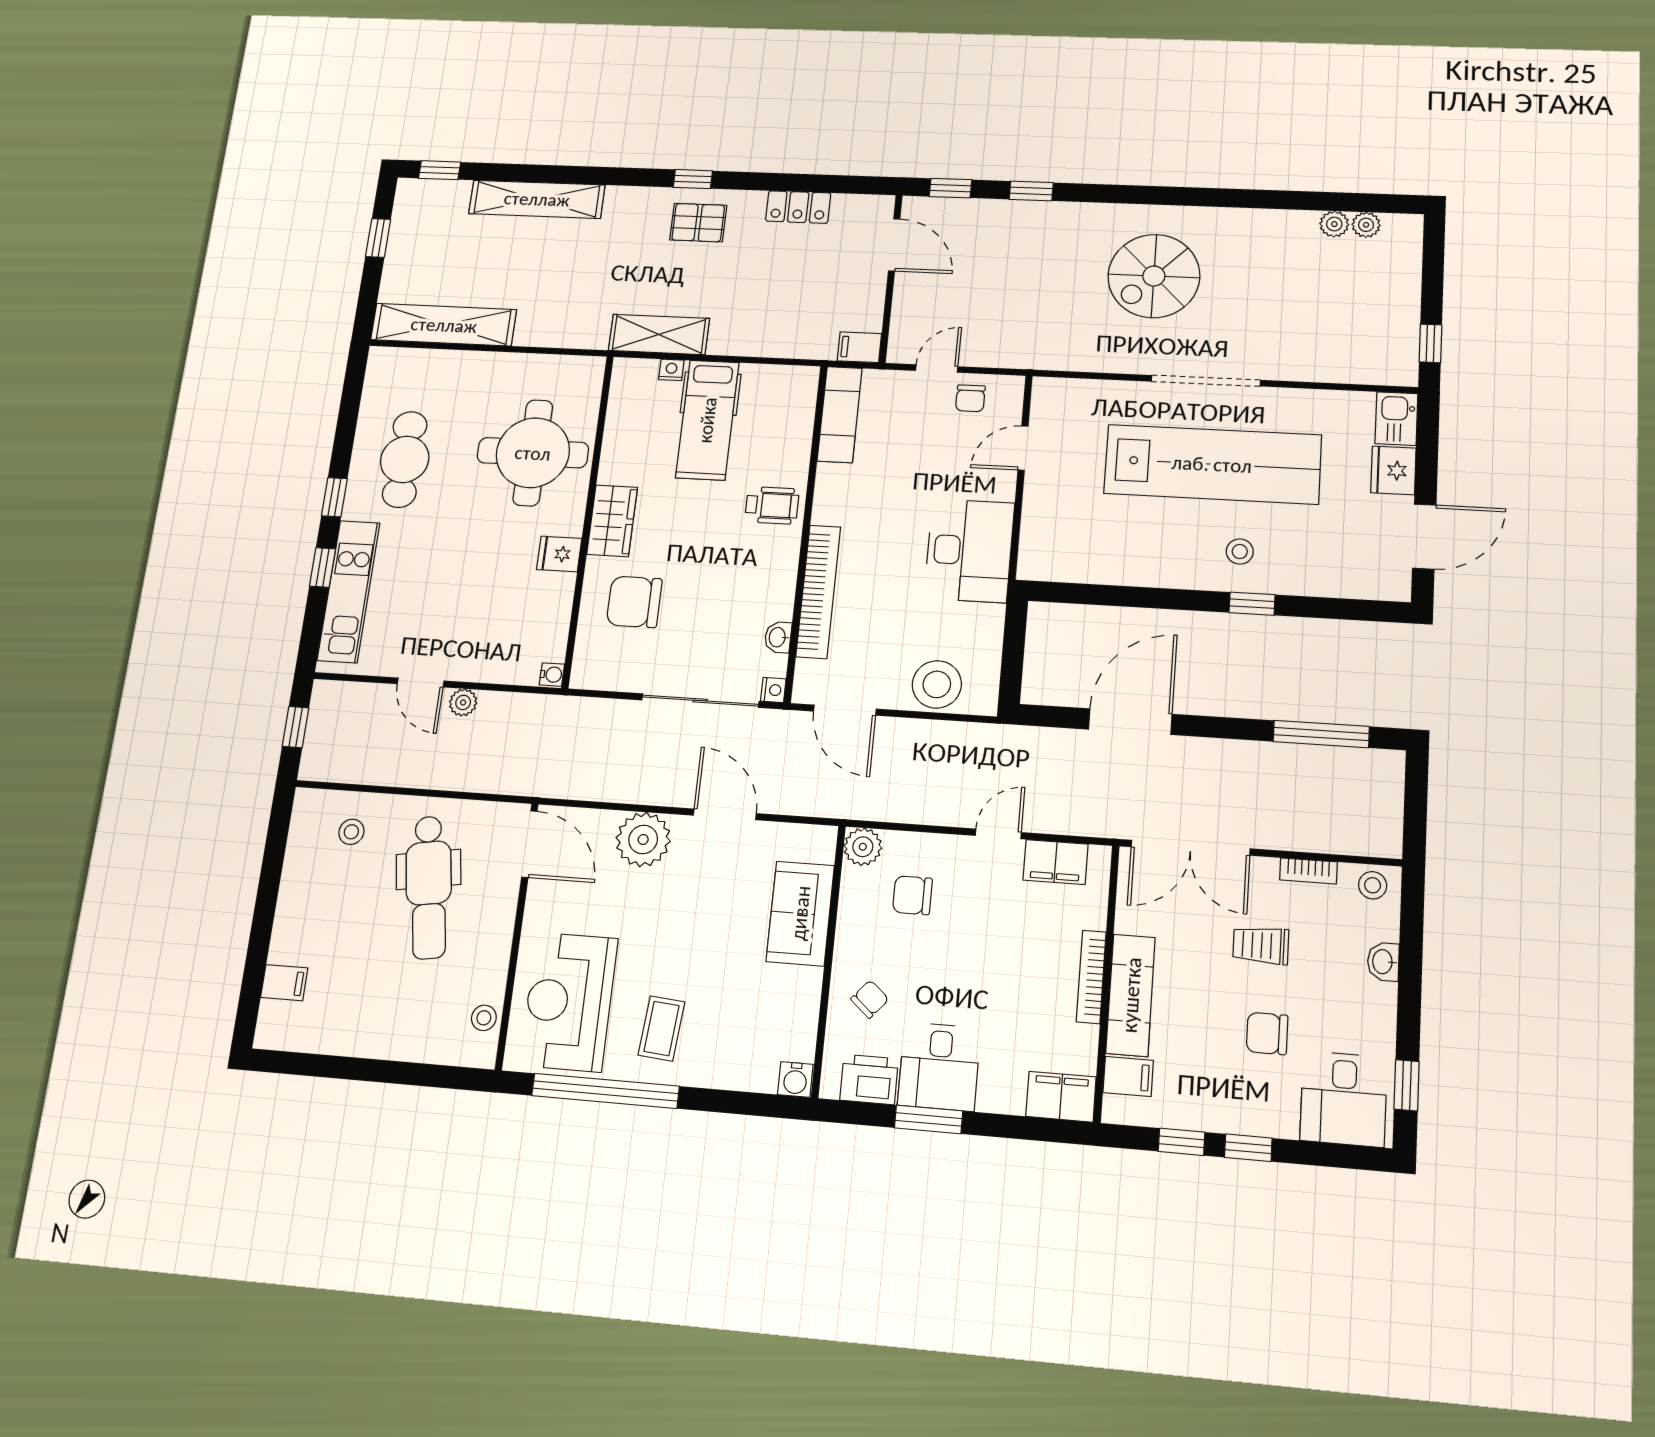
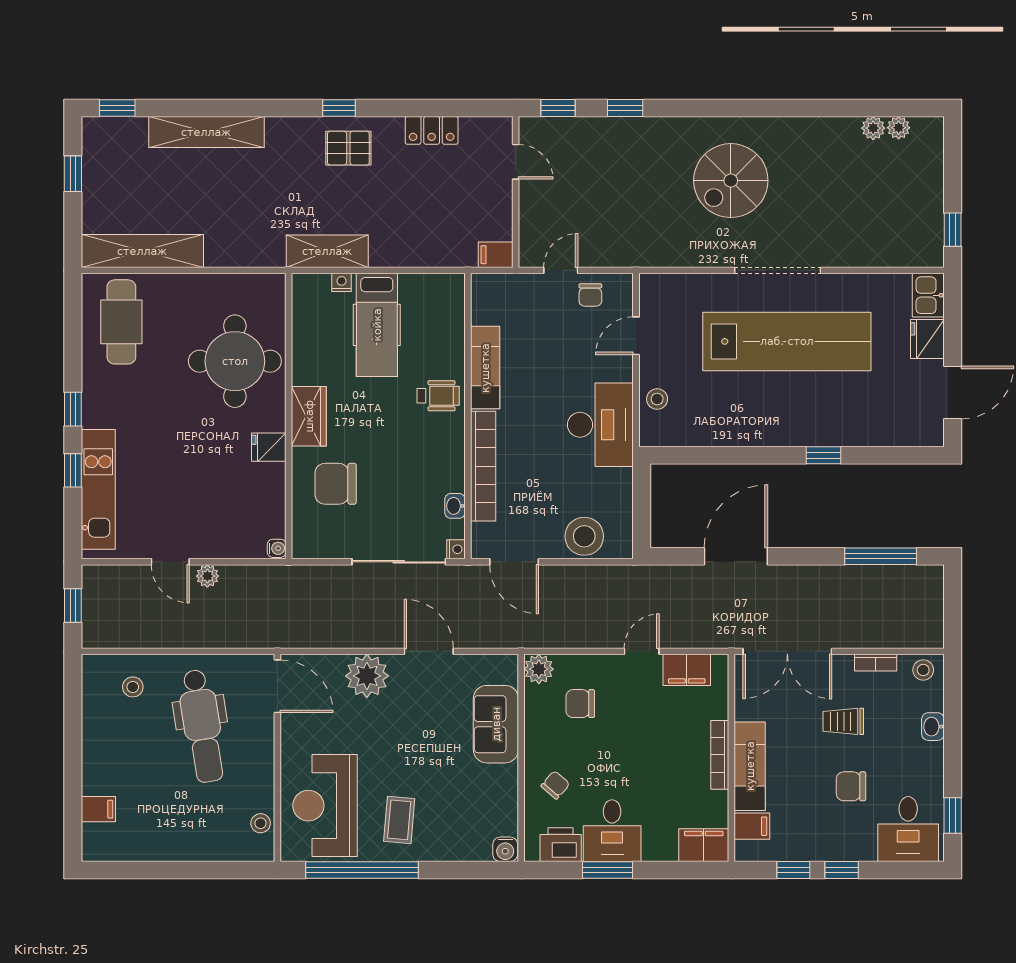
door: (894, 245) -> (516, 162), width x0.73
exam couch: (840, 414) -> (485, 368), moved
cafe table: (405, 459) -> (121, 322), moved
stool: (1240, 552) -> (657, 399), moved

